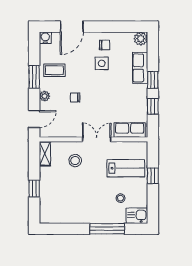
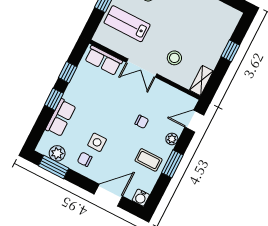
window: (126, 27) -> (54, 167), added
plant: (141, 39) -> (57, 153), moved

